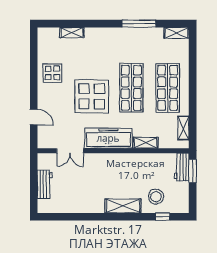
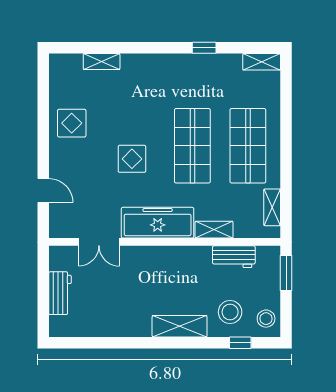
window: (139, 24) -> (204, 48), width x0.46
display table: (92, 96) -> (132, 159), width x0.54, depth x0.54
workbench: (182, 167) -> (234, 257), moved, turned -90
stool: (179, 201) -> (266, 319), added

